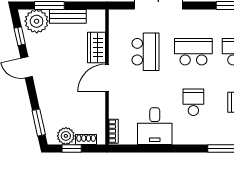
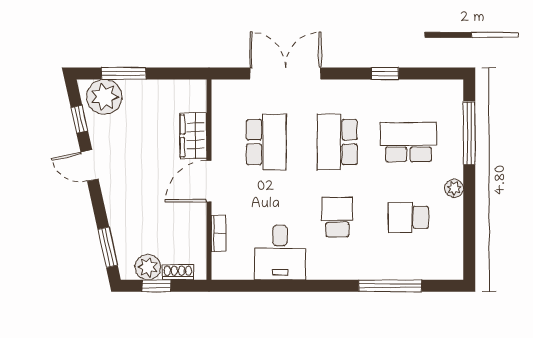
bench: (68, 16) -> (151, 90), removed
school desk: (193, 52) -> (337, 142), turned -90
bookcase: (113, 131) -> (219, 233), moved

